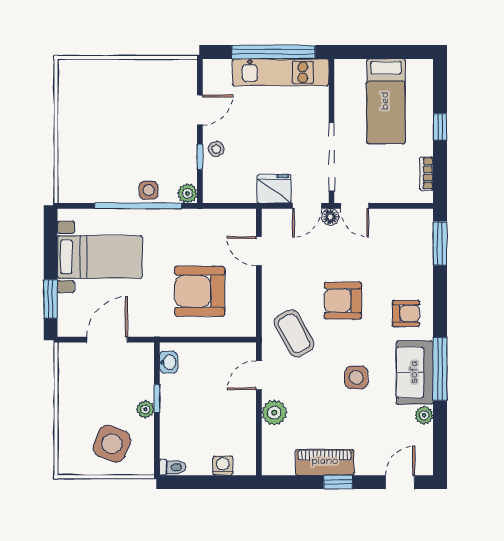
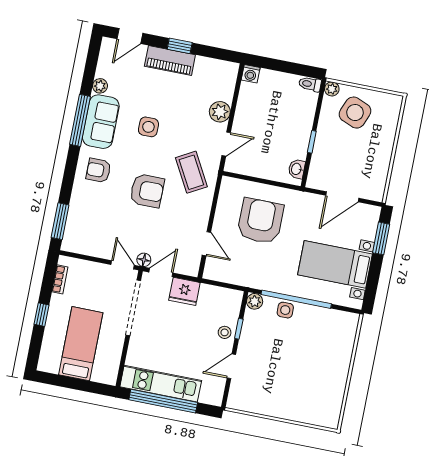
armchair: (200, 291) -> (260, 221), turned -90
plant: (145, 409) -> (332, 89), moved
piano: (325, 462) -> (170, 60), moved
washing machine: (223, 466) -> (251, 74), moved

